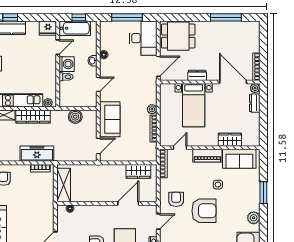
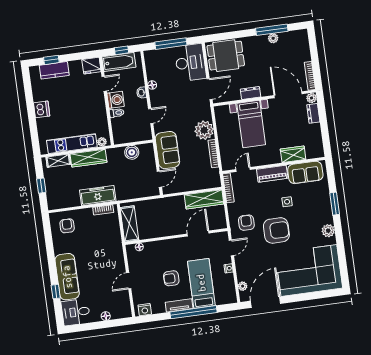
plant: (226, 26) -> (273, 38), added
plant: (152, 109) -> (204, 130), width x1.88, depth x1.88
wardrobe: (138, 171) -> (204, 199), width x1.50

